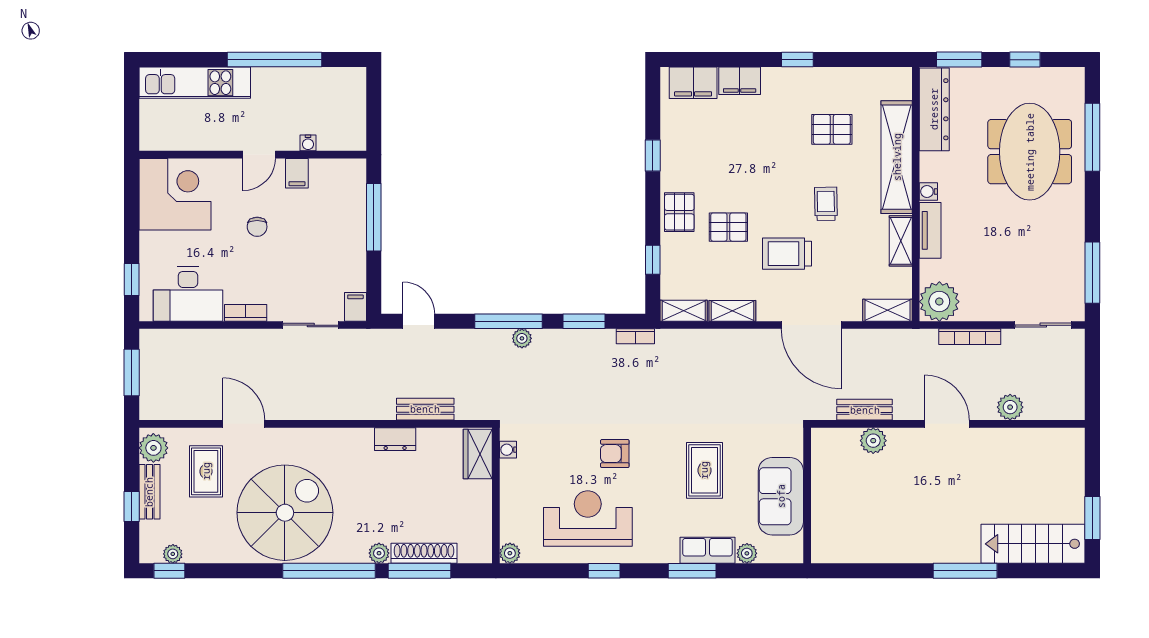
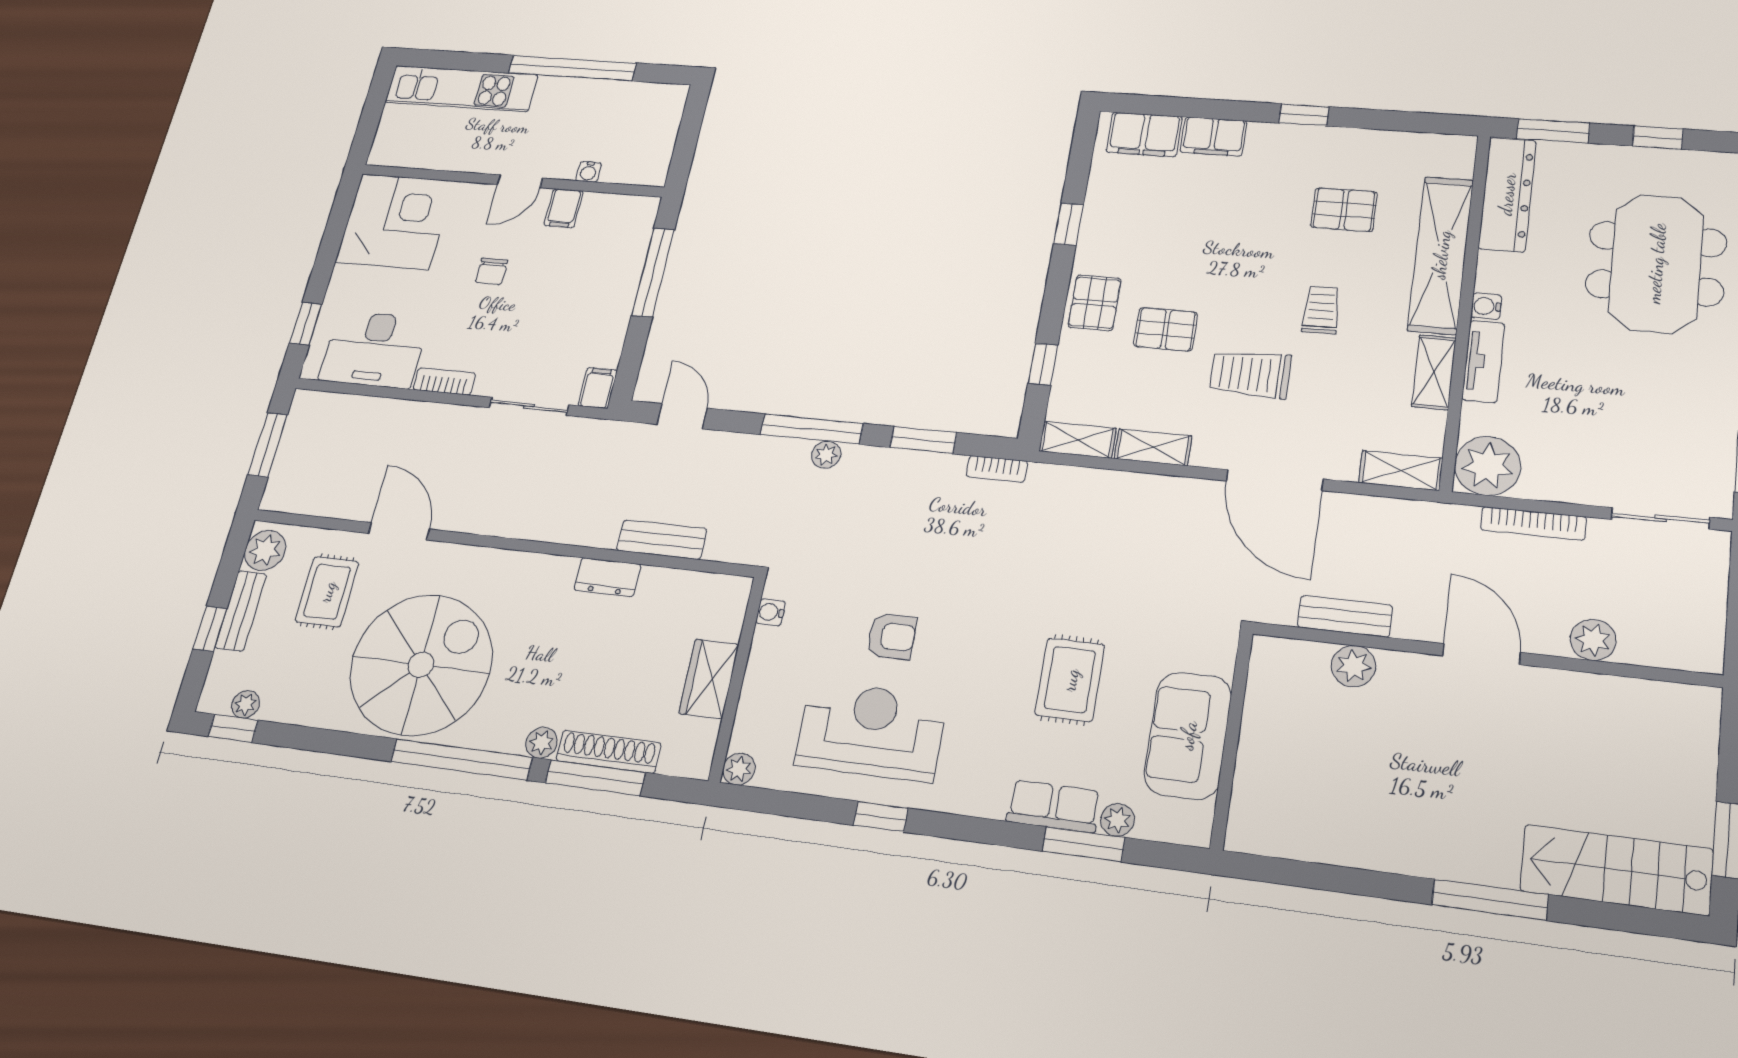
wardrobe: (478, 454) -> (709, 679), moved
armchair: (615, 454) -> (892, 636), moved, turned 180
window: (692, 571) -> (1084, 844), moved

